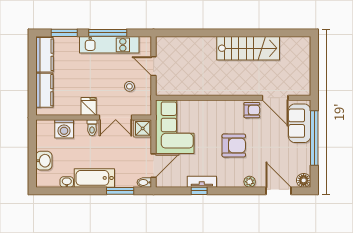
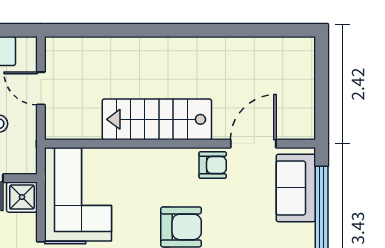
stairs: (248, 48) -> (157, 119), moved, turned 180
door: (275, 98) -> (253, 144), swing flipped

